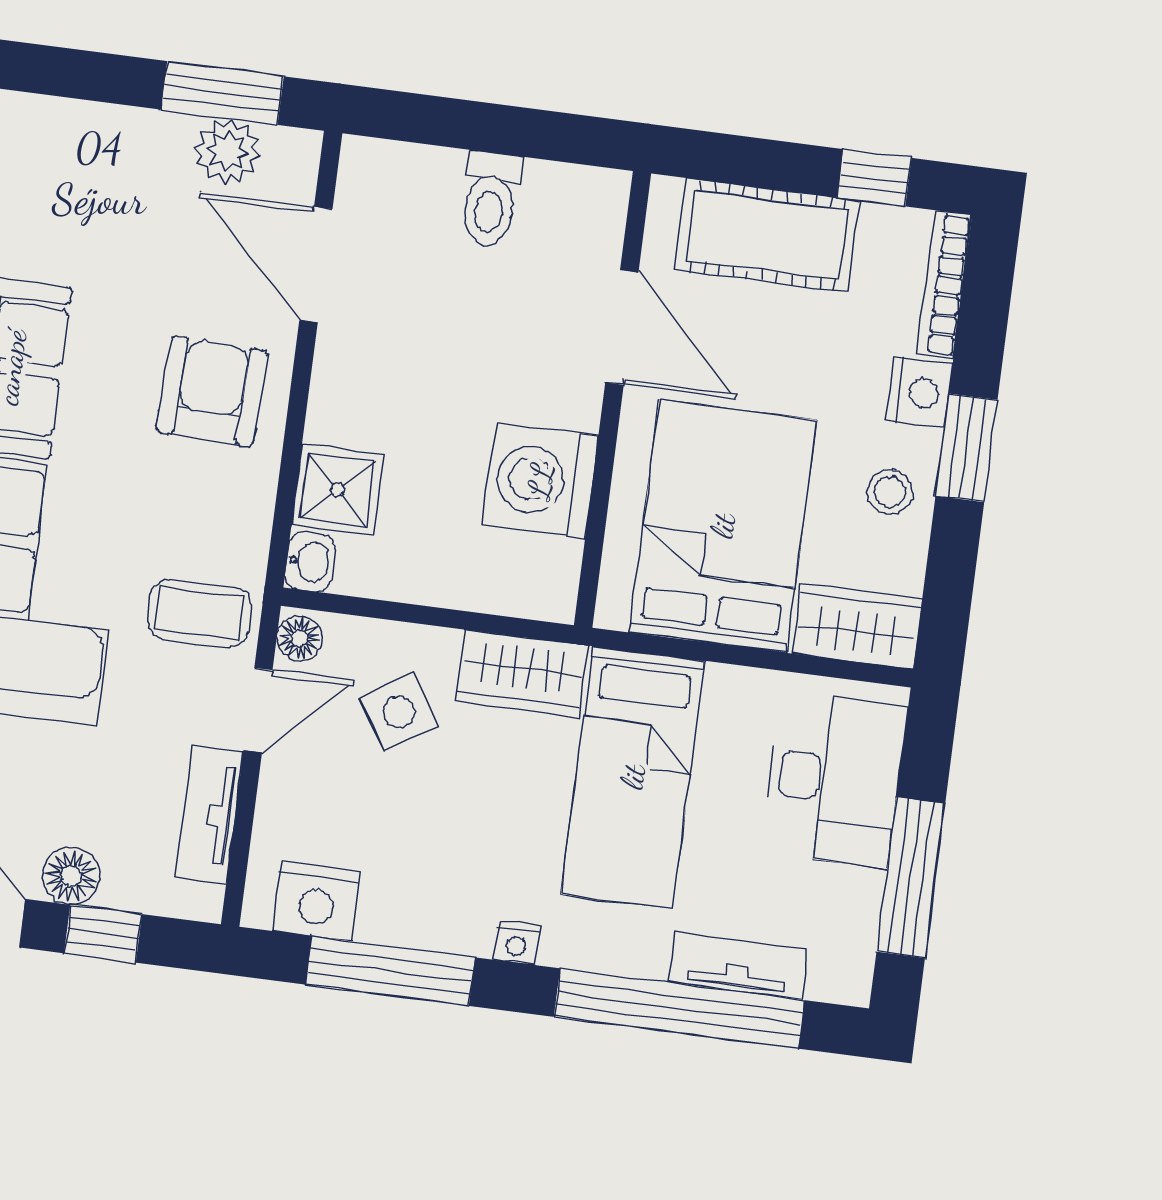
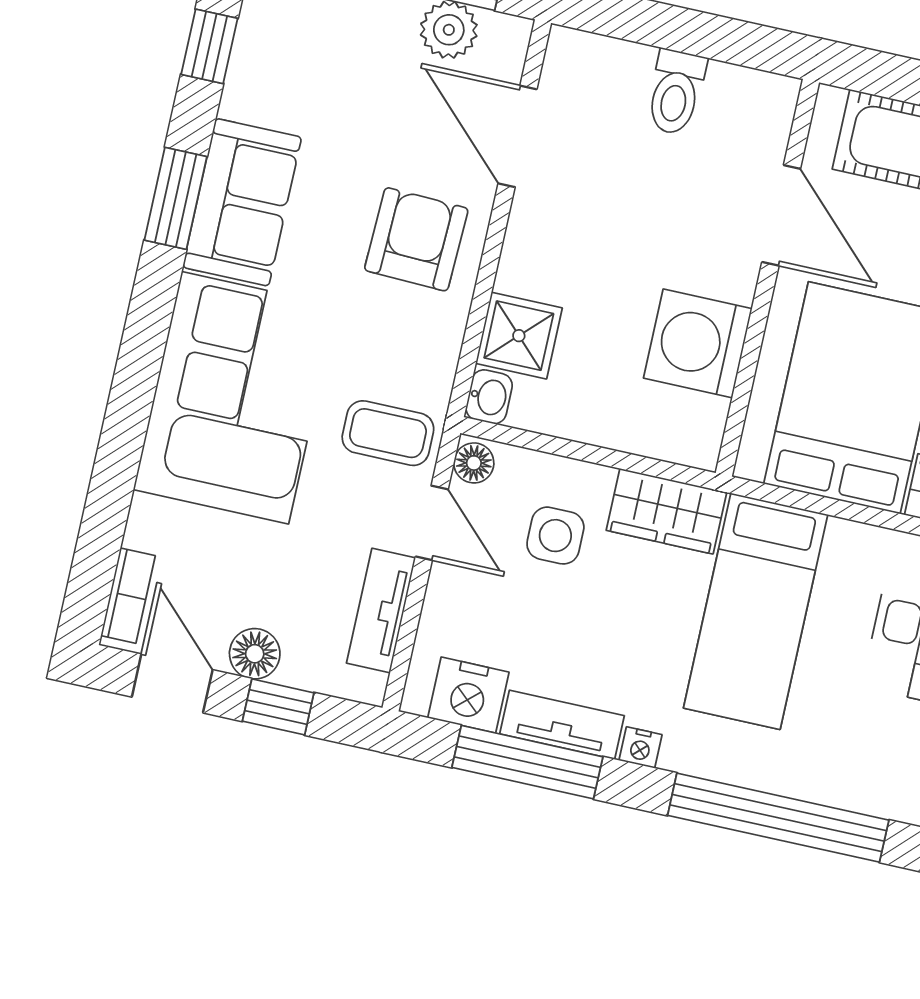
door: (258, 710) -> (432, 523), hinge flipped
side table: (399, 712) -> (555, 536), turned 32
tv unit: (738, 966) -> (562, 725), moved

